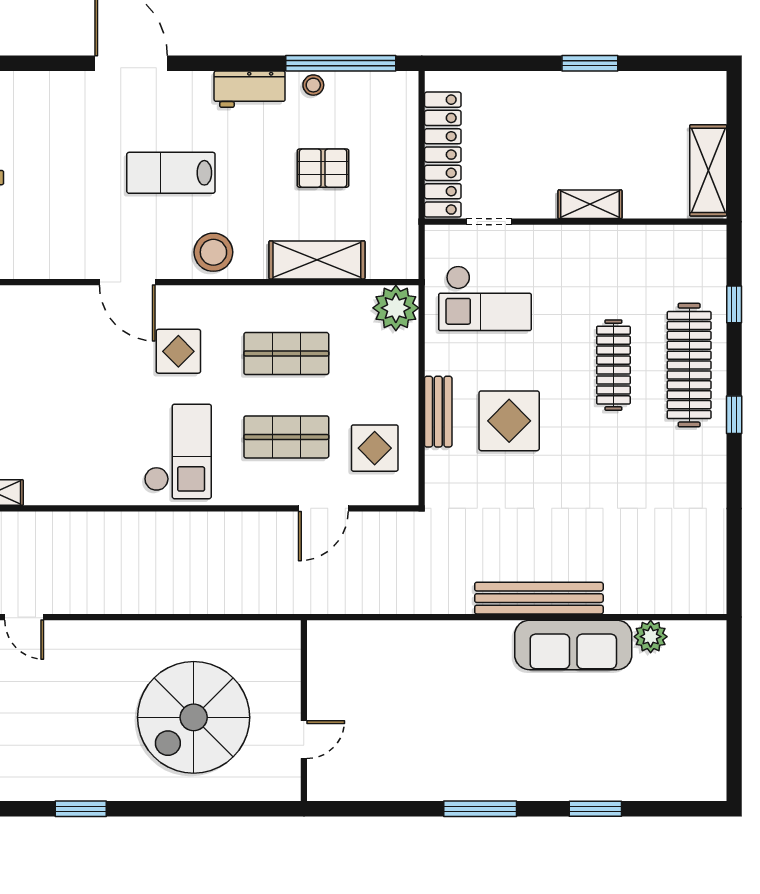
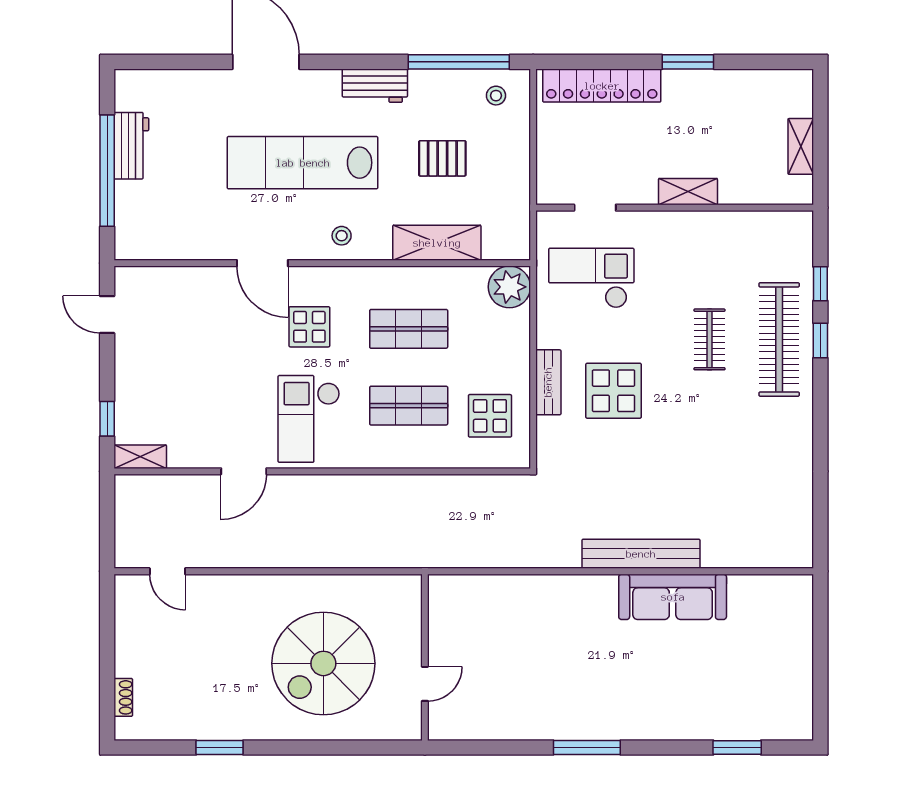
stool: (313, 85) -> (496, 96), moved
locker: (443, 155) -> (602, 86), moved, turned 90
shelving: (708, 170) -> (801, 146), width x0.67, depth x0.75
lab bench: (171, 173) -> (303, 163), width x1.86, depth x1.39
stool: (213, 252) -> (342, 236), width x0.53, depth x0.53
checkout: (485, 298) -> (591, 278), turned 180
clothes rail: (613, 365) -> (709, 339), width x0.73
window: (734, 415) -> (820, 340), moved
checkout: (178, 451) -> (309, 419), turned 180
door: (323, 508) -> (244, 471), moved
plant: (651, 637) -> (744, 589), removed
window: (595, 809) -> (737, 747), moved

